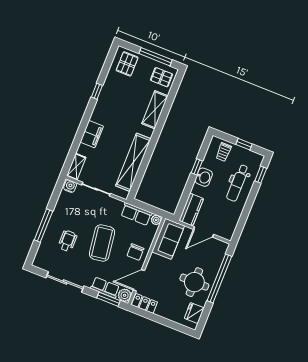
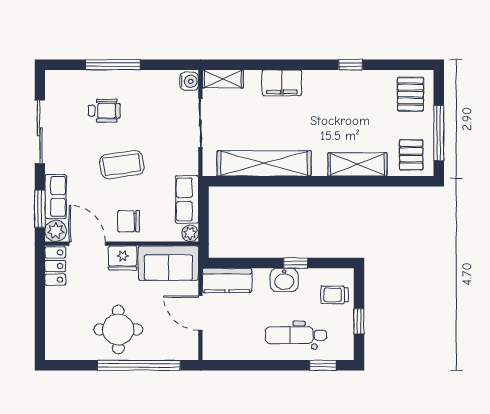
pallet: (127, 64) -> (410, 94), turned 90
coffee table: (102, 243) -> (122, 165), width x0.73, depth x0.76
fridge: (194, 313) -> (123, 258), moved, turned 180

